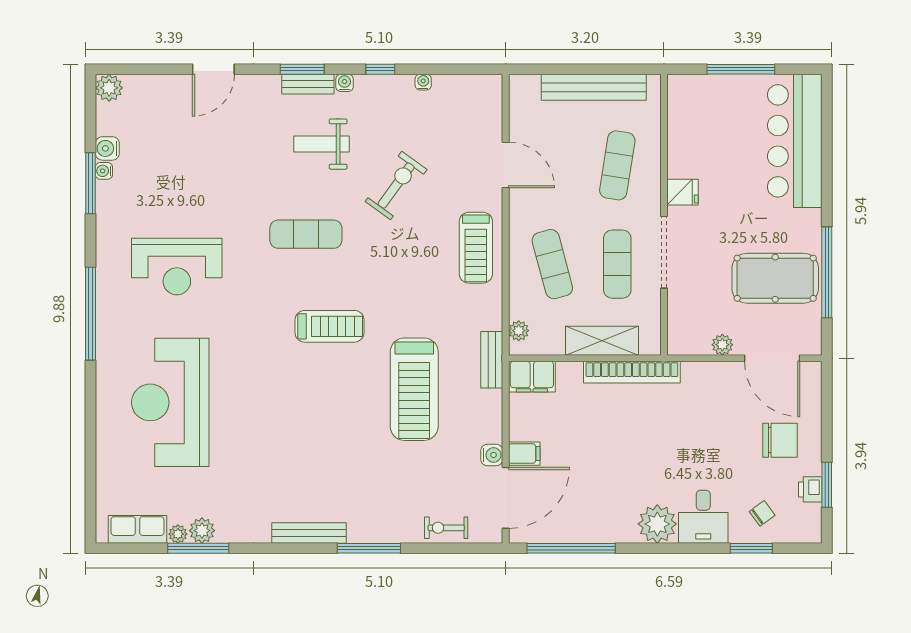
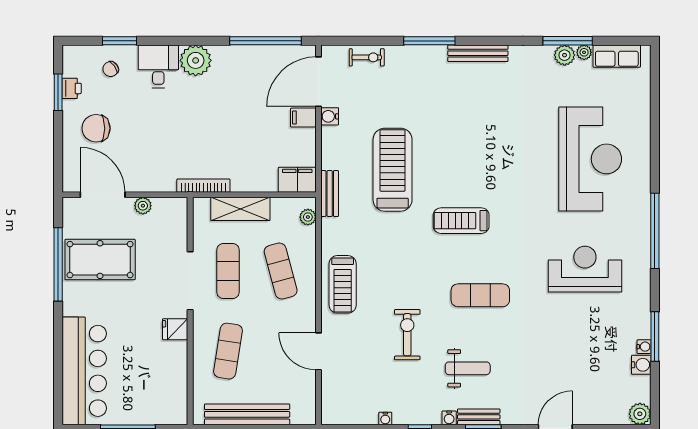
exercise bike: (396, 186) -> (407, 335), turned 144
treadmill: (476, 248) -> (343, 284), turned 180
bookcase: (632, 372) -> (203, 186), width x0.68, depth x0.76

